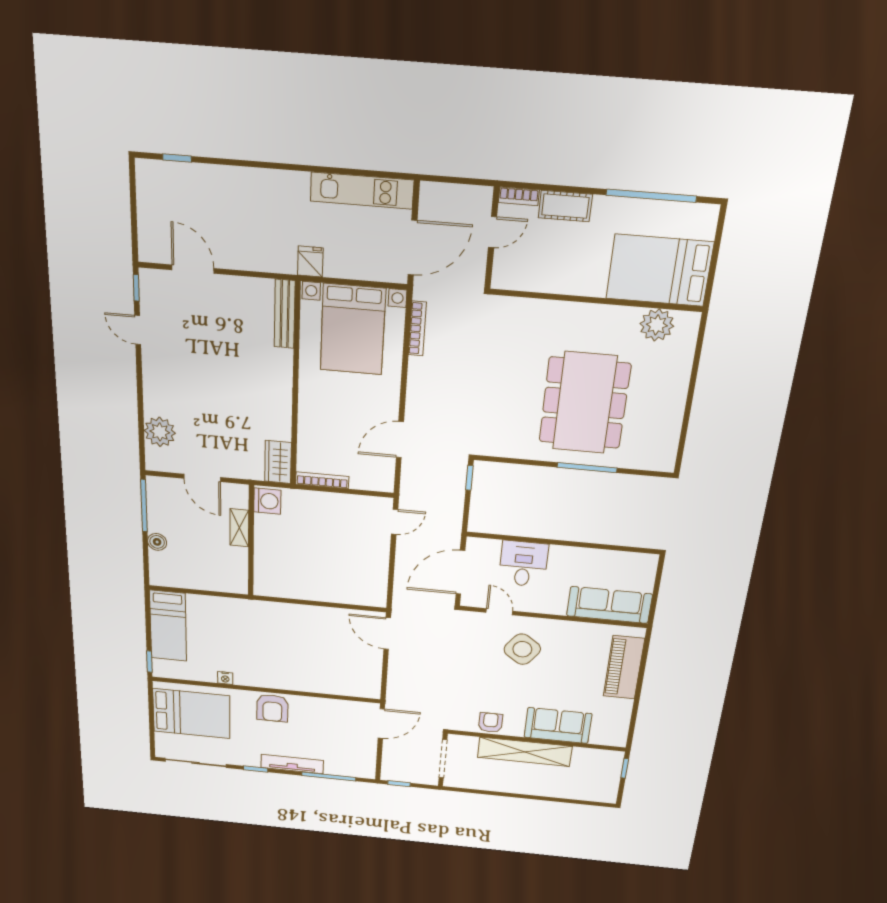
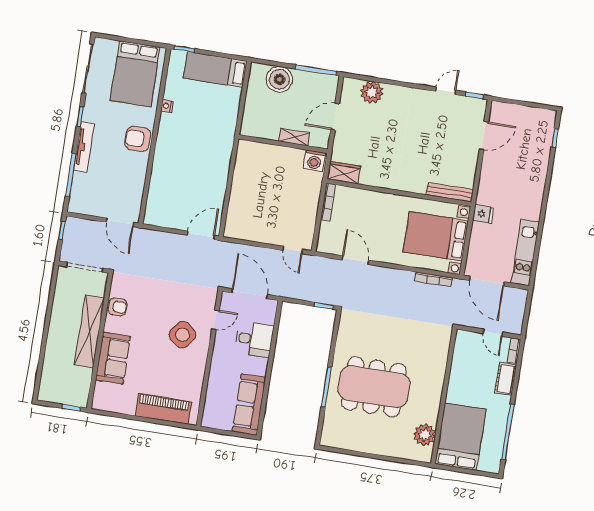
boiler: (157, 542) -> (279, 79), width x1.86, depth x1.86
sofa: (609, 605) -> (249, 405), moved, turned 180

